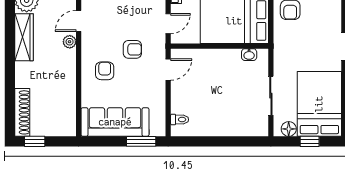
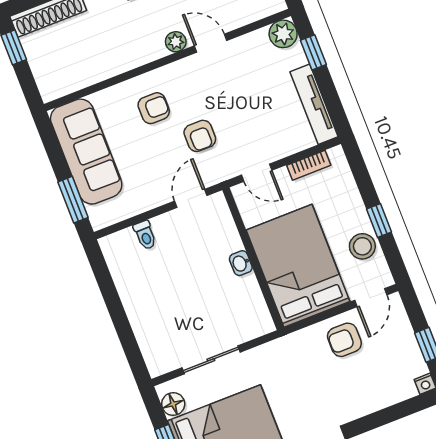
washbasin: (249, 55) -> (241, 263), moved
door: (168, 70) -> (191, 198), swing flipped
toilet: (180, 120) -> (145, 235), moved

